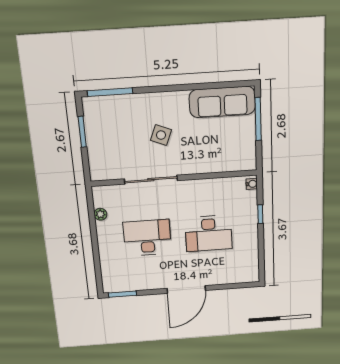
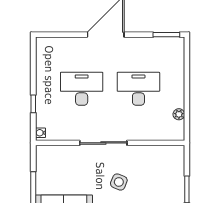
sliding door: (151, 180) -> (103, 143), moved
desk: (147, 238) -> (138, 89), turned 180

